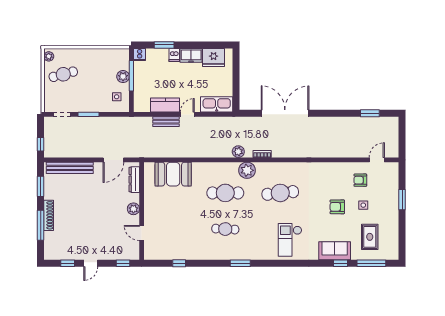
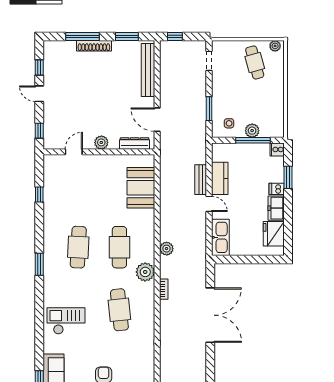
window: (88, 114) -> (209, 109), moved
plant: (238, 152) -> (167, 249), moved
cafe table: (225, 229) -> (78, 247), width x1.37, depth x1.35

